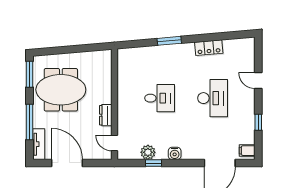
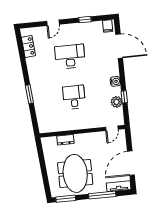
locker: (209, 48) -> (28, 46), moved
dresser: (106, 115) -> (65, 140), moved

